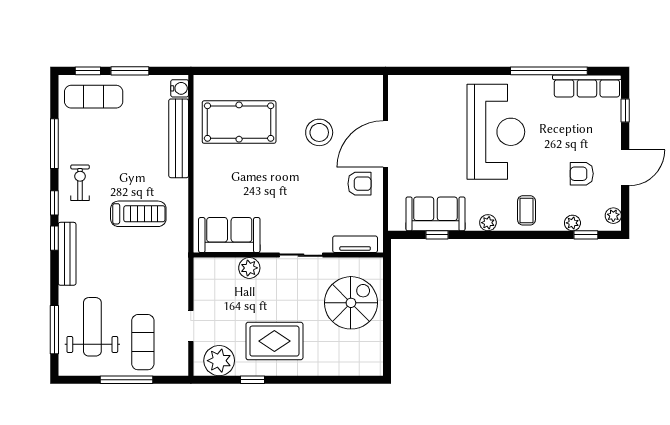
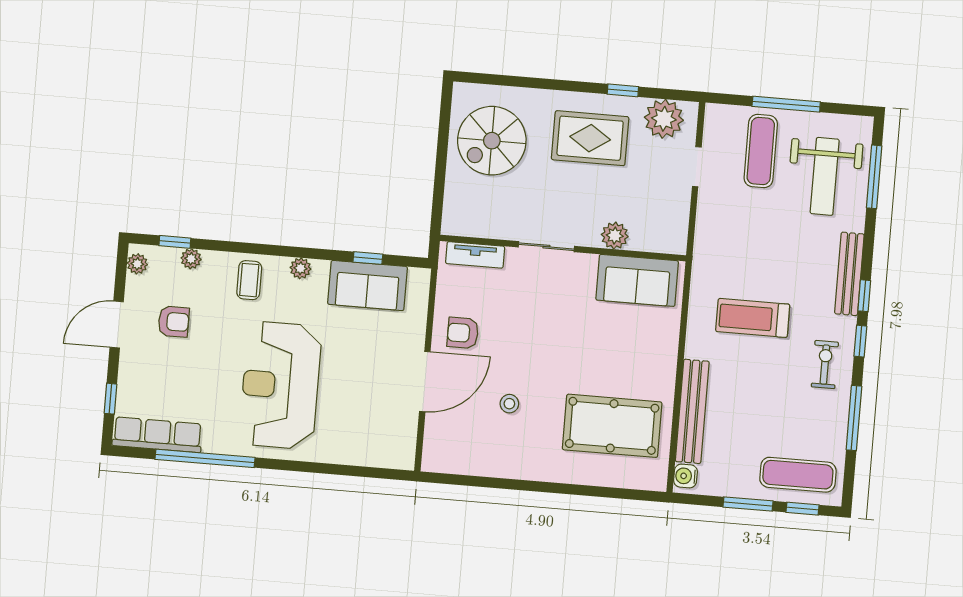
stool: (319, 132) -> (509, 404), width x0.53, depth x0.53
exercise bike: (80, 183) -> (825, 365), turned 180
spiral stairs: (351, 303) -> (492, 141), moved

